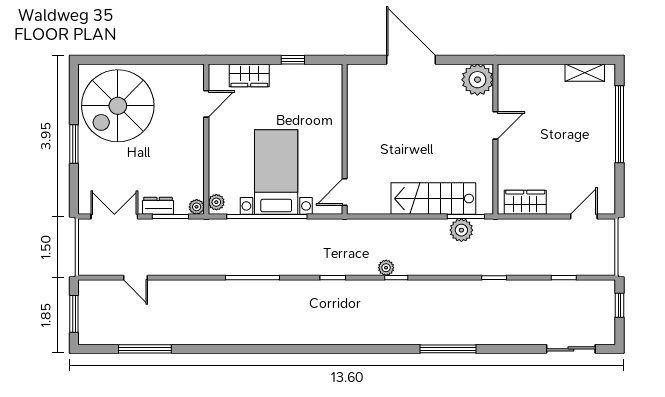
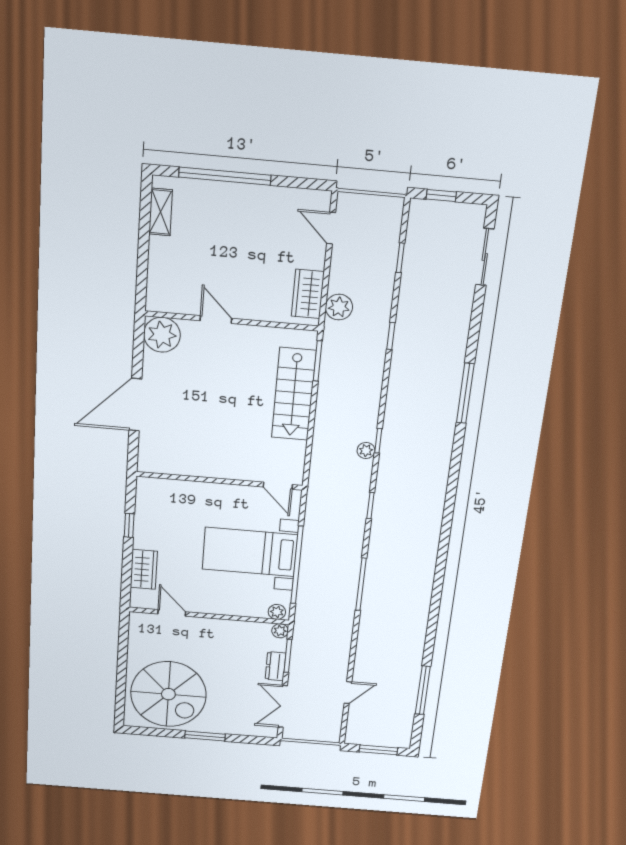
plant: (461, 230) -> (339, 307), moved

